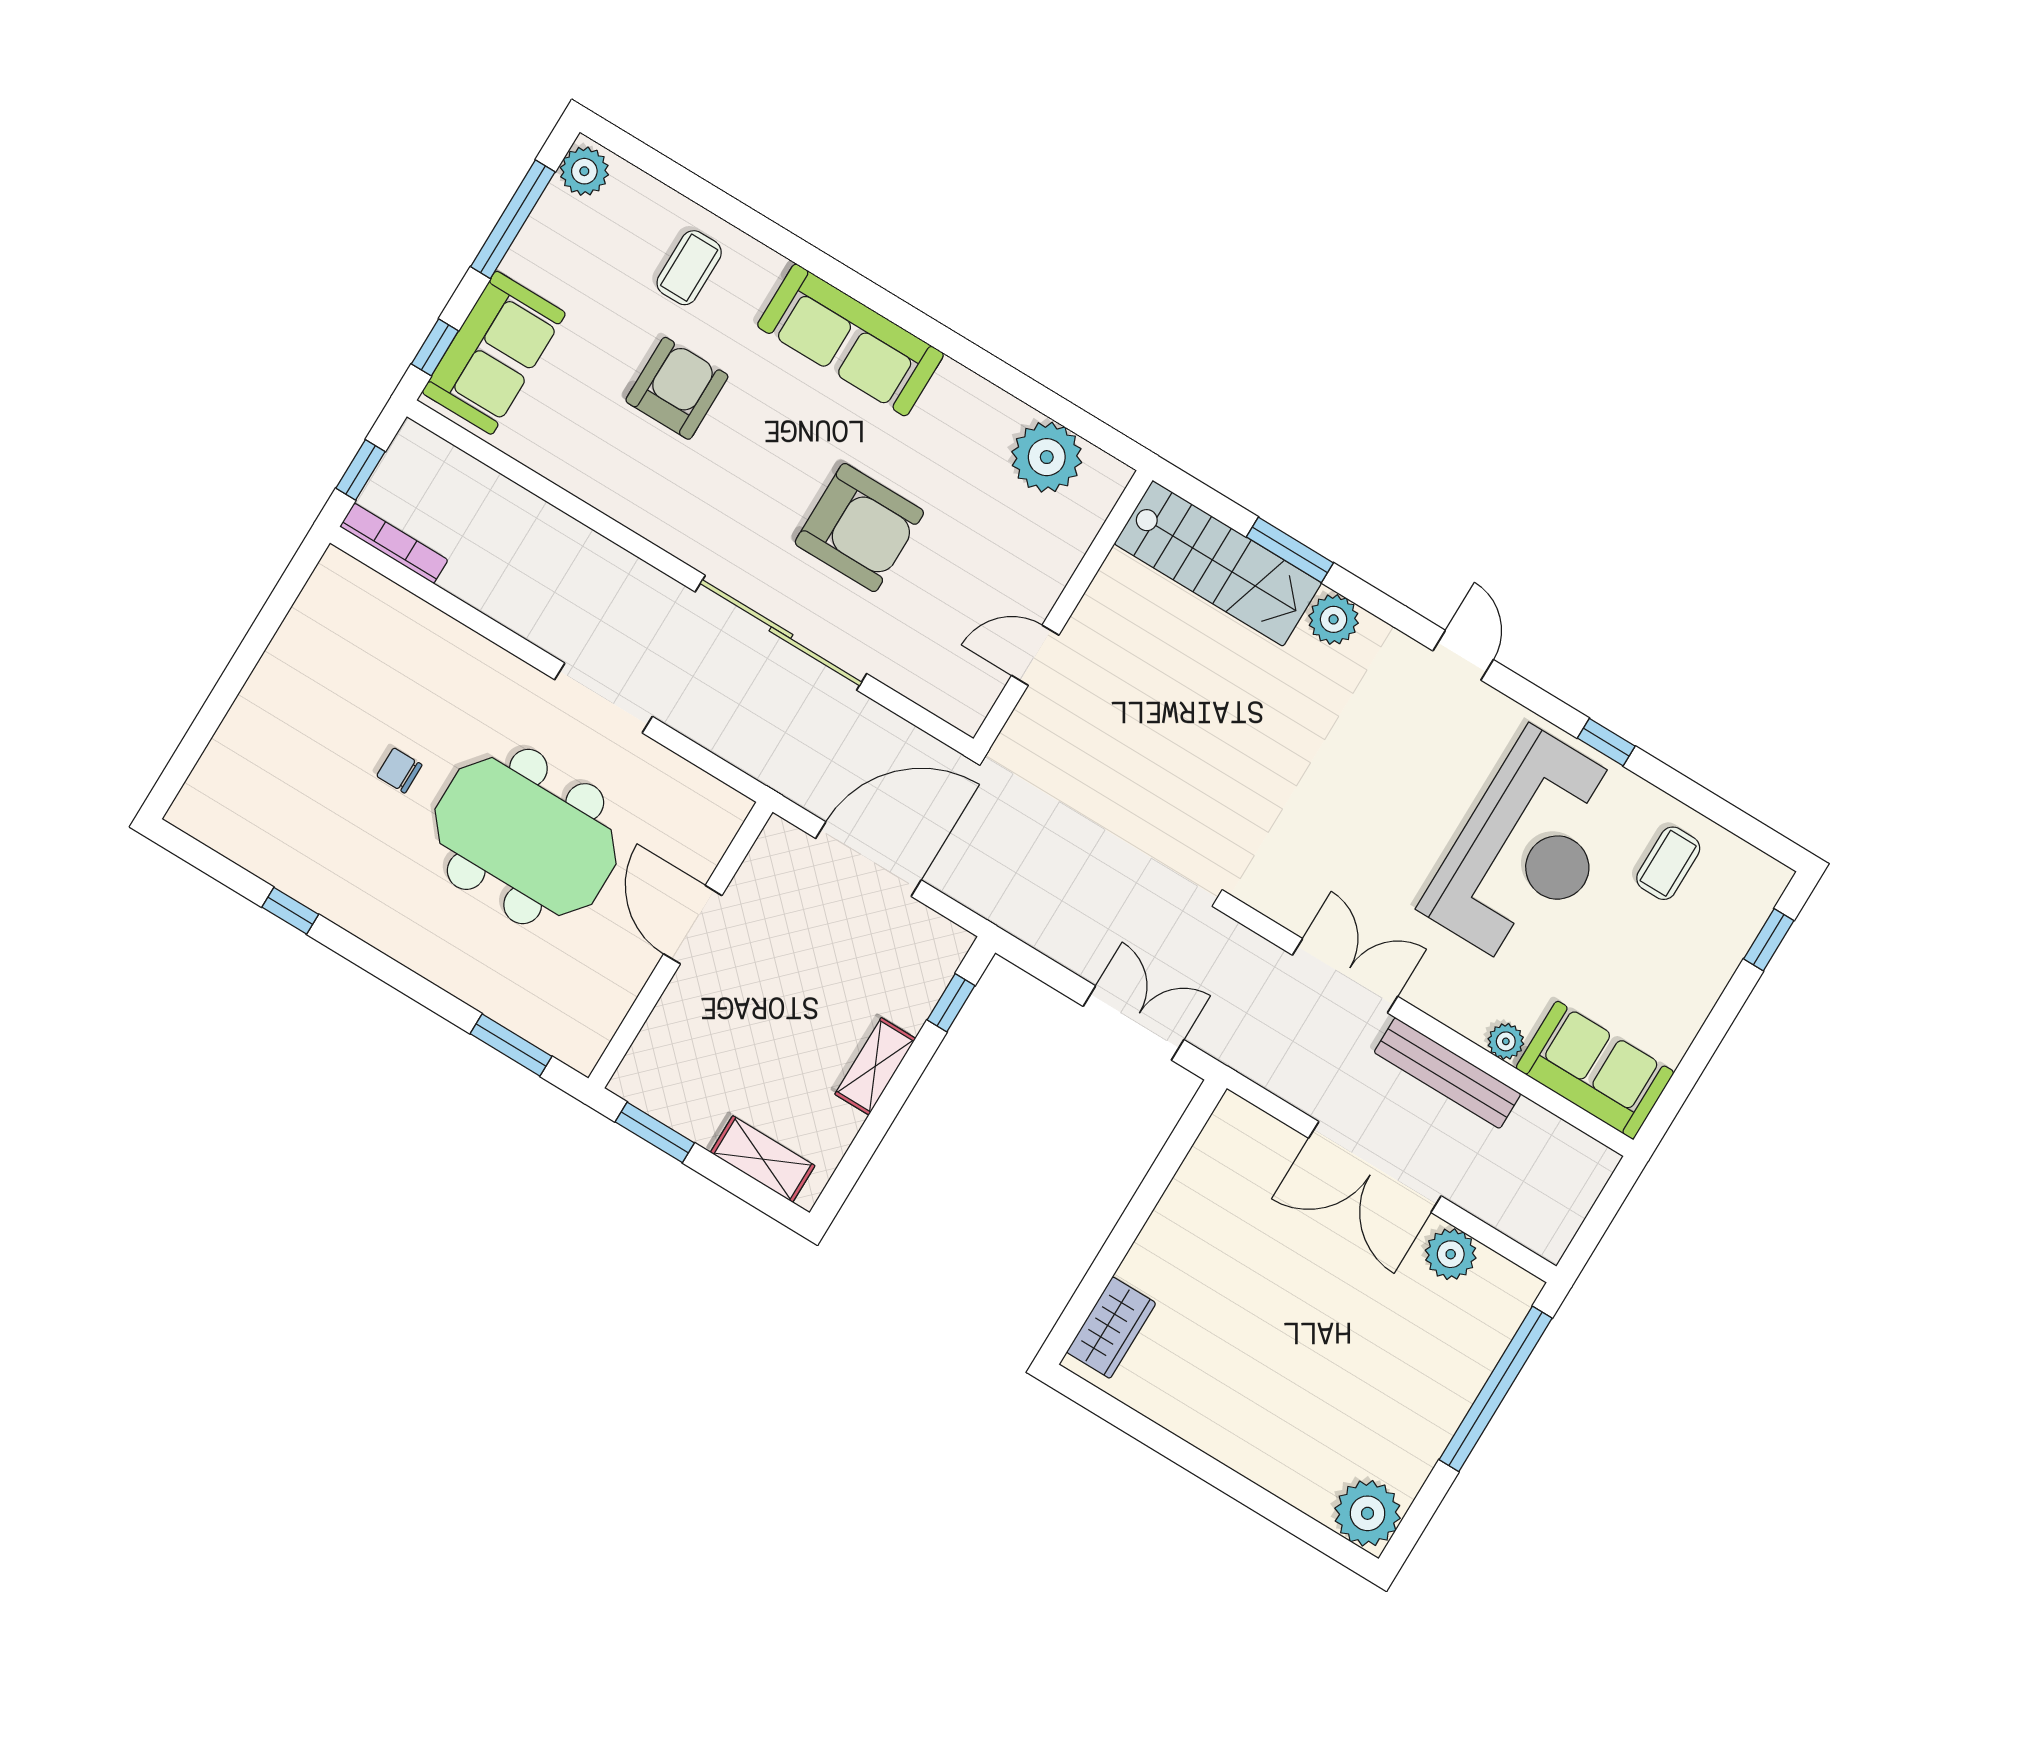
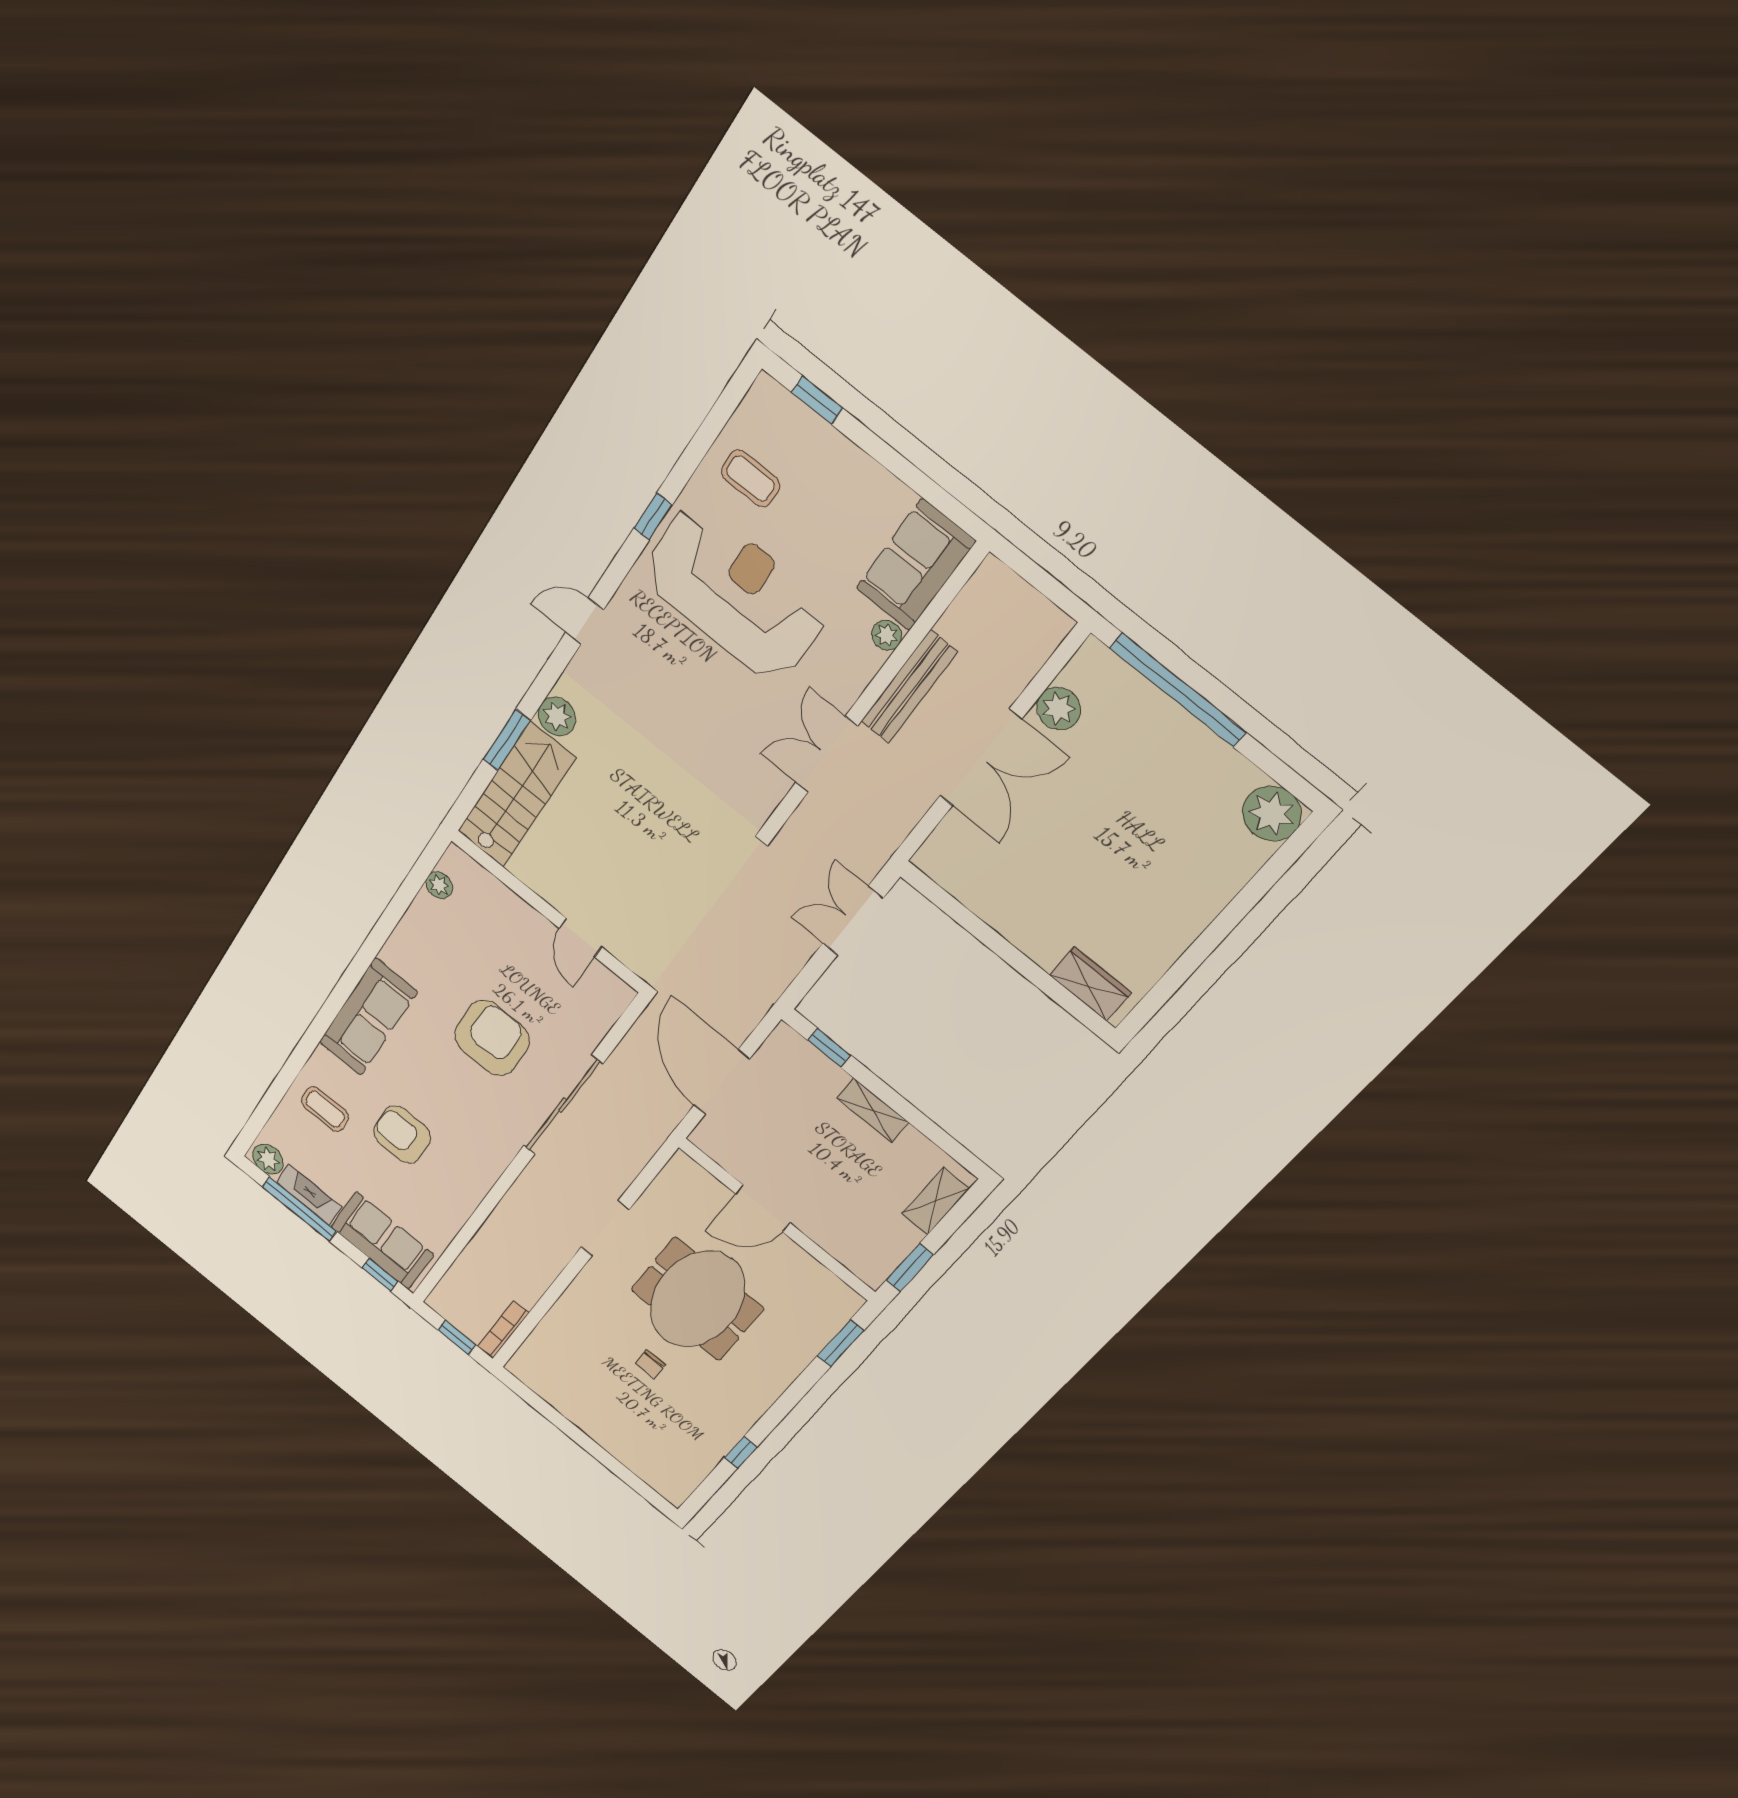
fireplace: (541, 236) -> (309, 1195), added
plant: (1047, 457) -> (439, 885), width x0.53, depth x0.53

